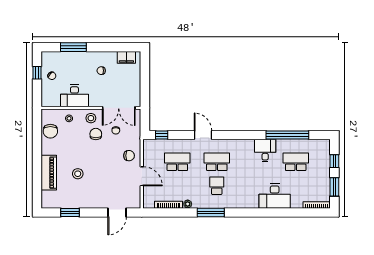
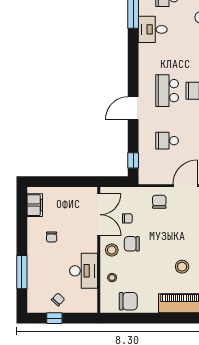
school desk: (177, 162) -> (167, 141), width x0.54

